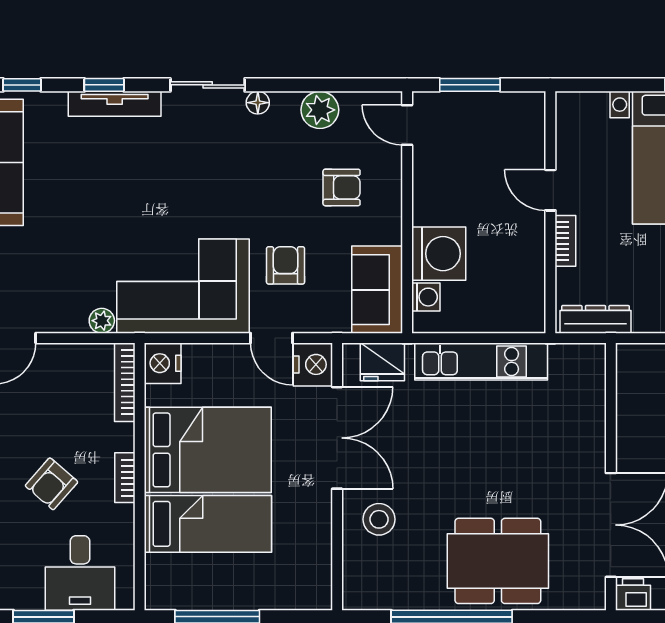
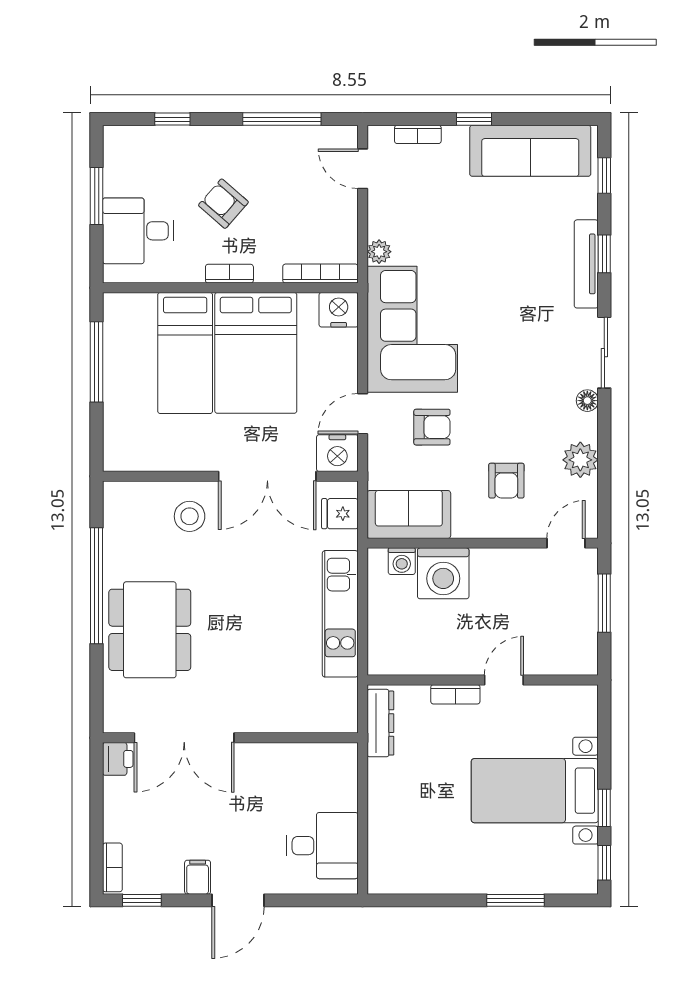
fridge: (382, 362) -> (340, 514), width x0.72

